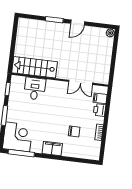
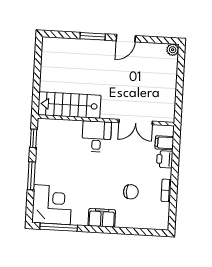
desk: (35, 89) -> (96, 137), moved

